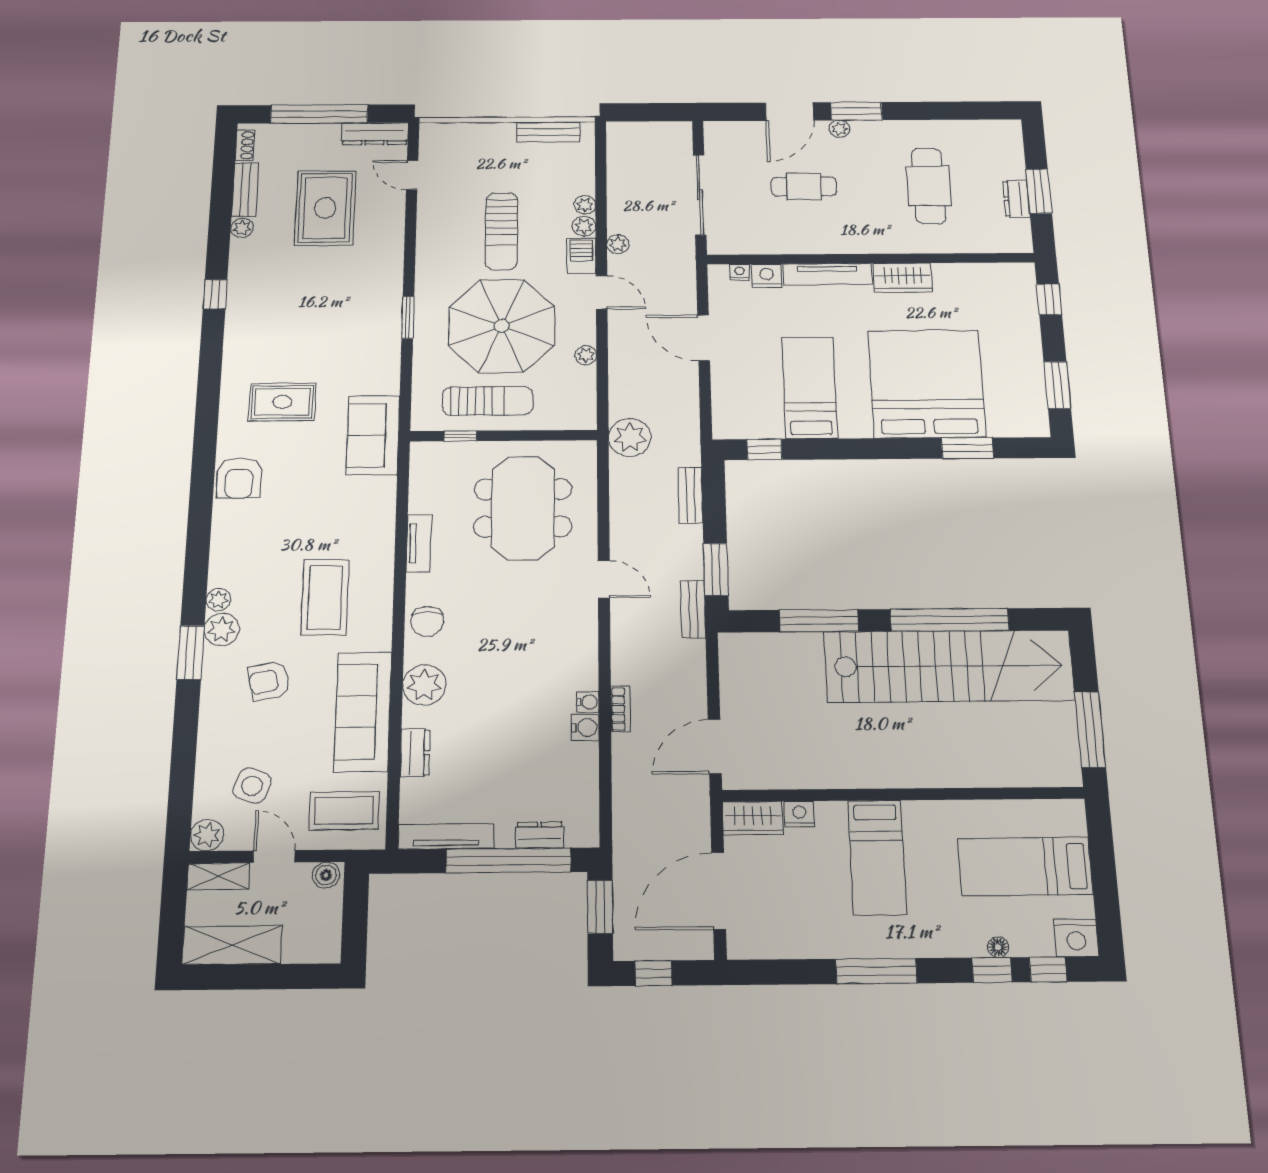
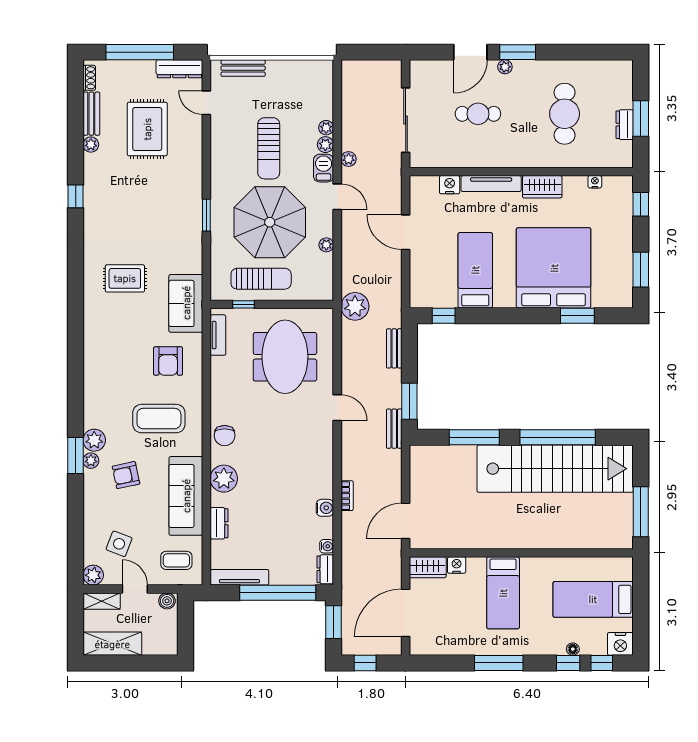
bench: (548, 132) -> (243, 68), moved
nightstand: (740, 272) -> (595, 182), moved
armchair: (239, 478) -> (168, 361), moved
tv unit: (419, 543) -> (218, 335), moved
coffee table: (325, 597) -> (159, 419), turned 90
plant: (218, 600) -> (91, 461), moved
water cooler: (588, 702) -> (327, 546), moved
coffee table: (344, 811) -> (176, 560), width x0.73, depth x0.77
dresser: (539, 835) -> (325, 569), moved, turned -90

